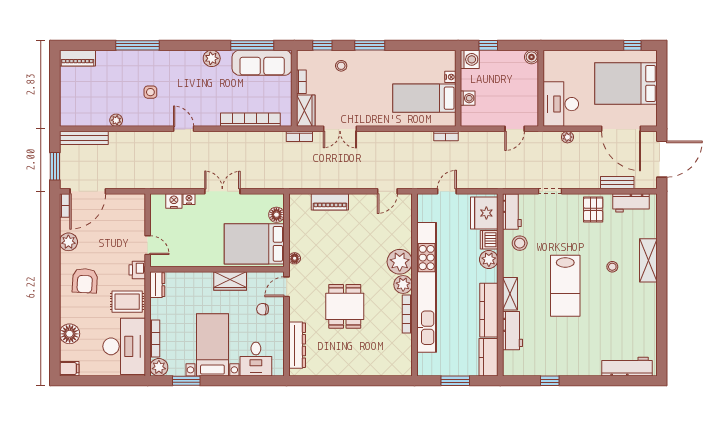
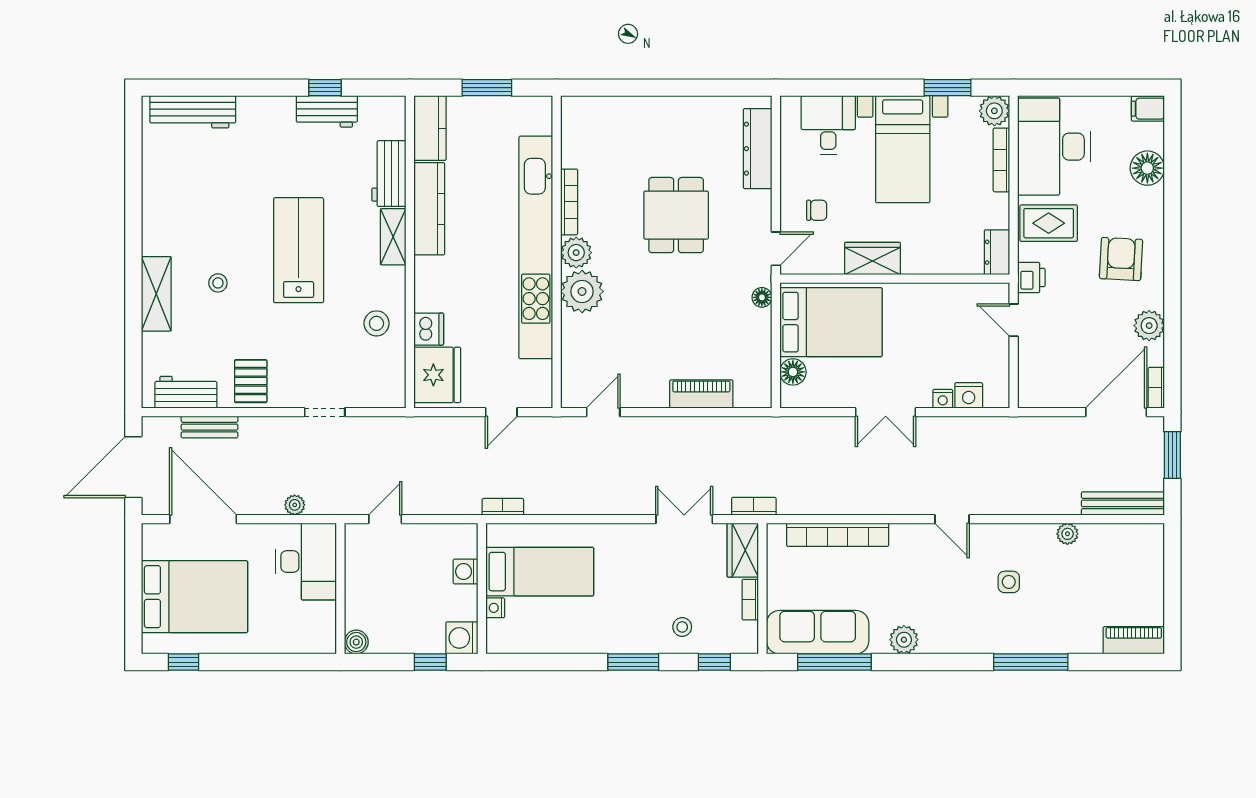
workbench: (512, 212) -> (327, 111), moved, turned -90
plant: (489, 259) -> (429, 295), removed

